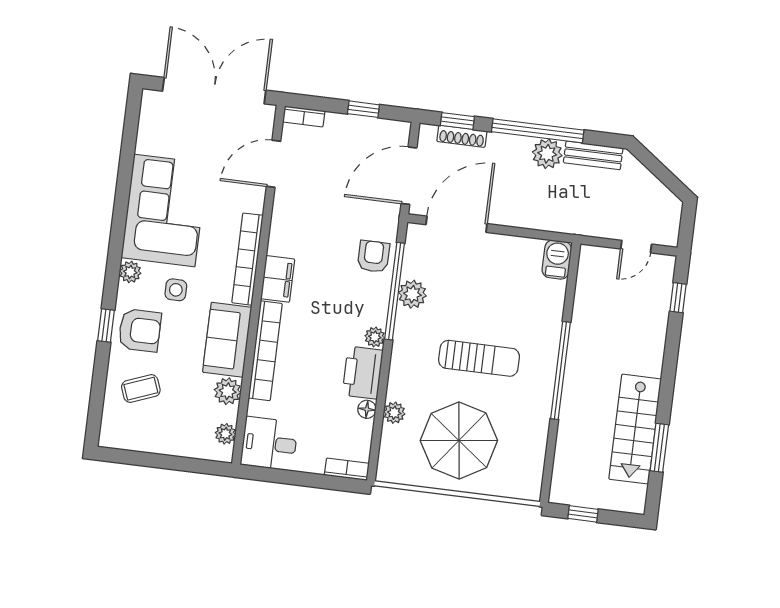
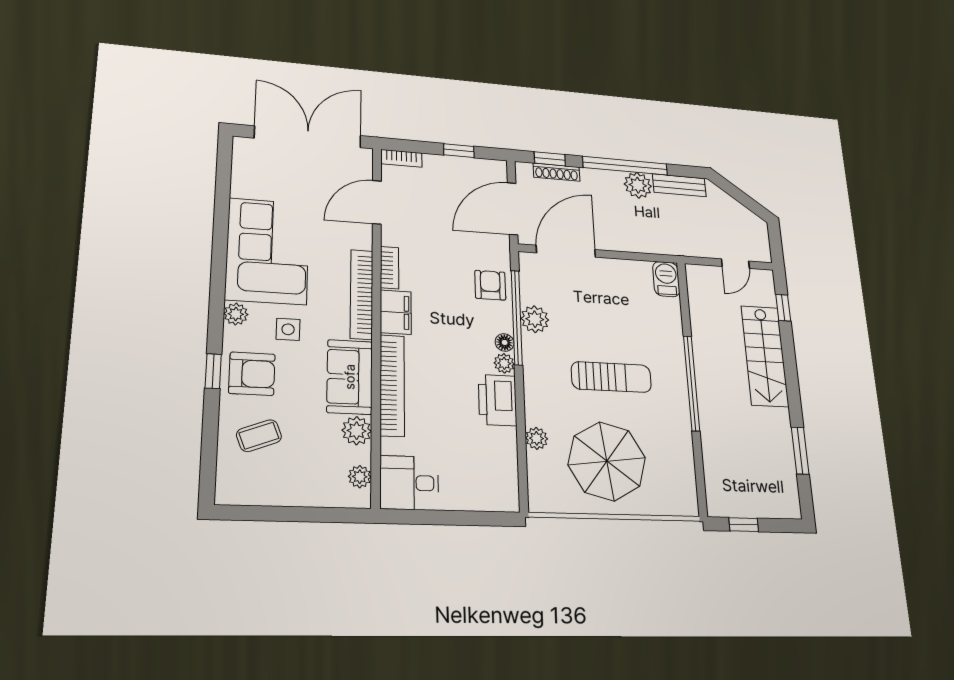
floor lamp: (367, 409) -> (505, 342), moved
stairs: (635, 429) -> (765, 356), moved
bookcase: (347, 469) -> (390, 268), moved, turned 90

